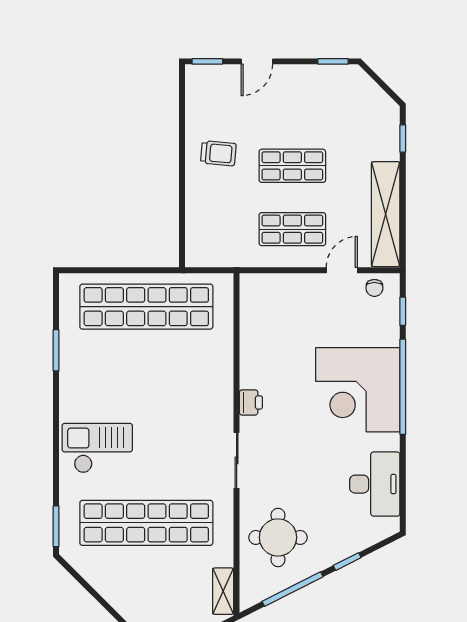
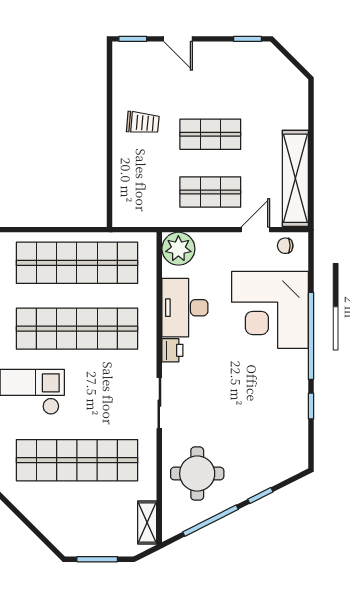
door: (257, 61) -> (178, 39), hinge flipped
window: (403, 138) -> (311, 109), removed
chair: (374, 288) -> (285, 246), turned 90
plant: (257, 291) -> (178, 249), added
window: (403, 311) -> (311, 406), moved
shop shelf: (146, 379) -> (77, 329), added
corner desk: (358, 390) -> (270, 310), moved
desk: (375, 484) -> (185, 308), moved, turned 180

